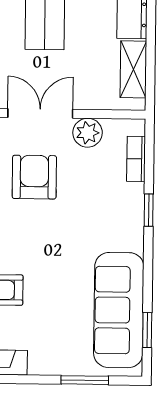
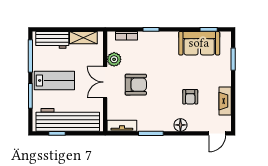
armchair: (34, 177) -> (136, 85), turned 180
sofa: (119, 310) -> (199, 43), width x0.73

